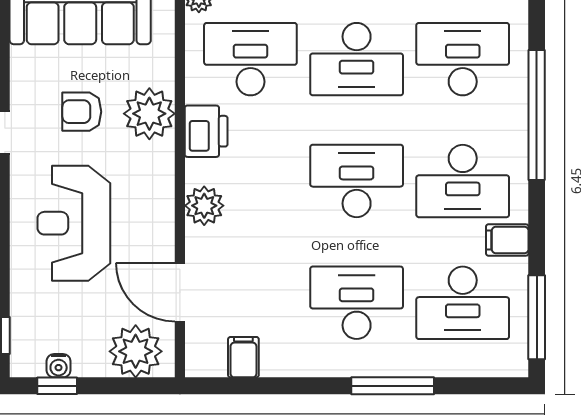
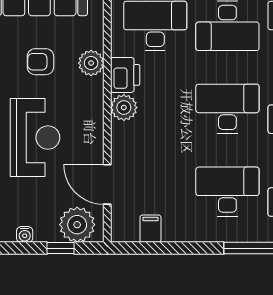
plant: (149, 114) -> (91, 63), width x0.73, depth x0.73
plant: (204, 206) -> (124, 108), moved
reception desk: (74, 223) -> (35, 138), turned 180
window: (57, 386) -> (60, 248), moved

